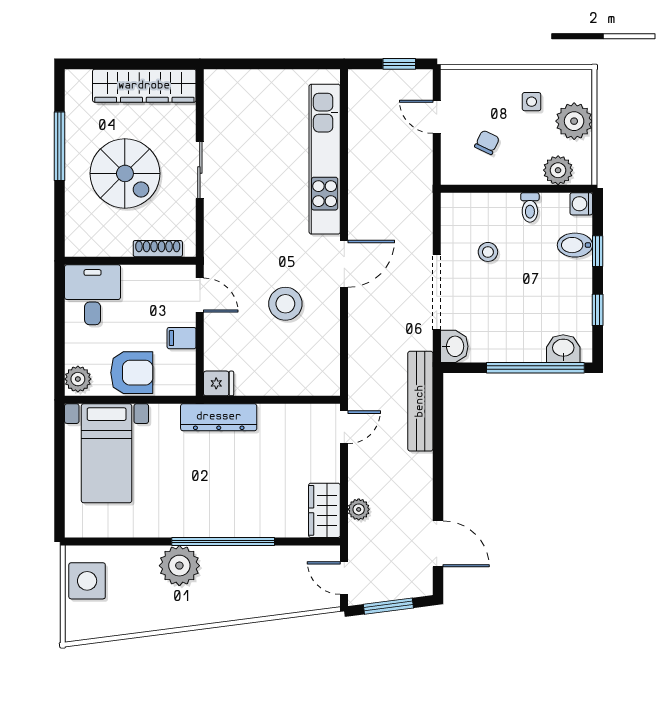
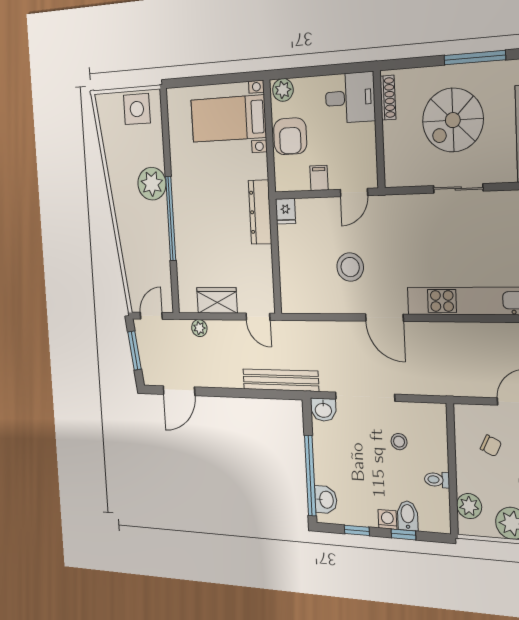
washing machine: (581, 204) -> (387, 519), moved
shoe rack: (158, 249) -> (388, 98), moved
wardrobe: (324, 510) -> (217, 300), moved

